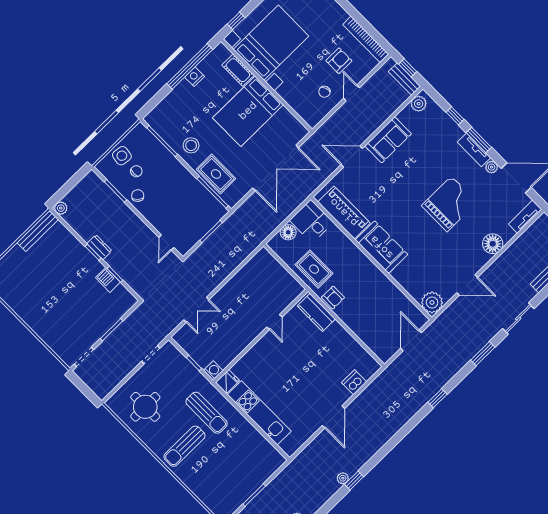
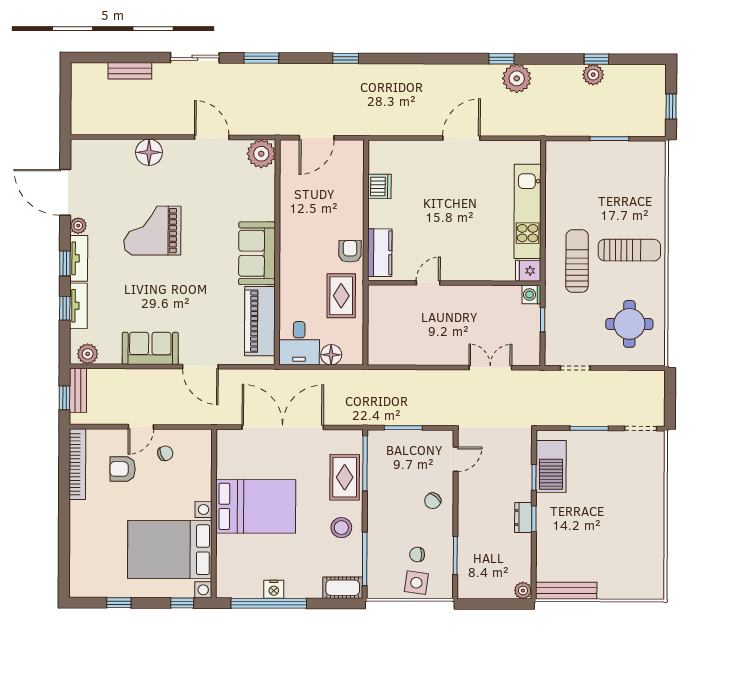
cot: (238, 70) -> (343, 588), moved, turned 90
window: (479, 140) -> (65, 263), width x0.67
chair: (138, 196) -> (433, 501), moved
tv unit: (525, 217) -> (78, 306), moved, turned -90
barbecue: (108, 280) -> (551, 466), width x1.88, depth x1.53
dishwasher: (354, 382) -> (379, 186), moved, turned -90
plant: (343, 478) -> (517, 78), width x1.87, depth x1.87

